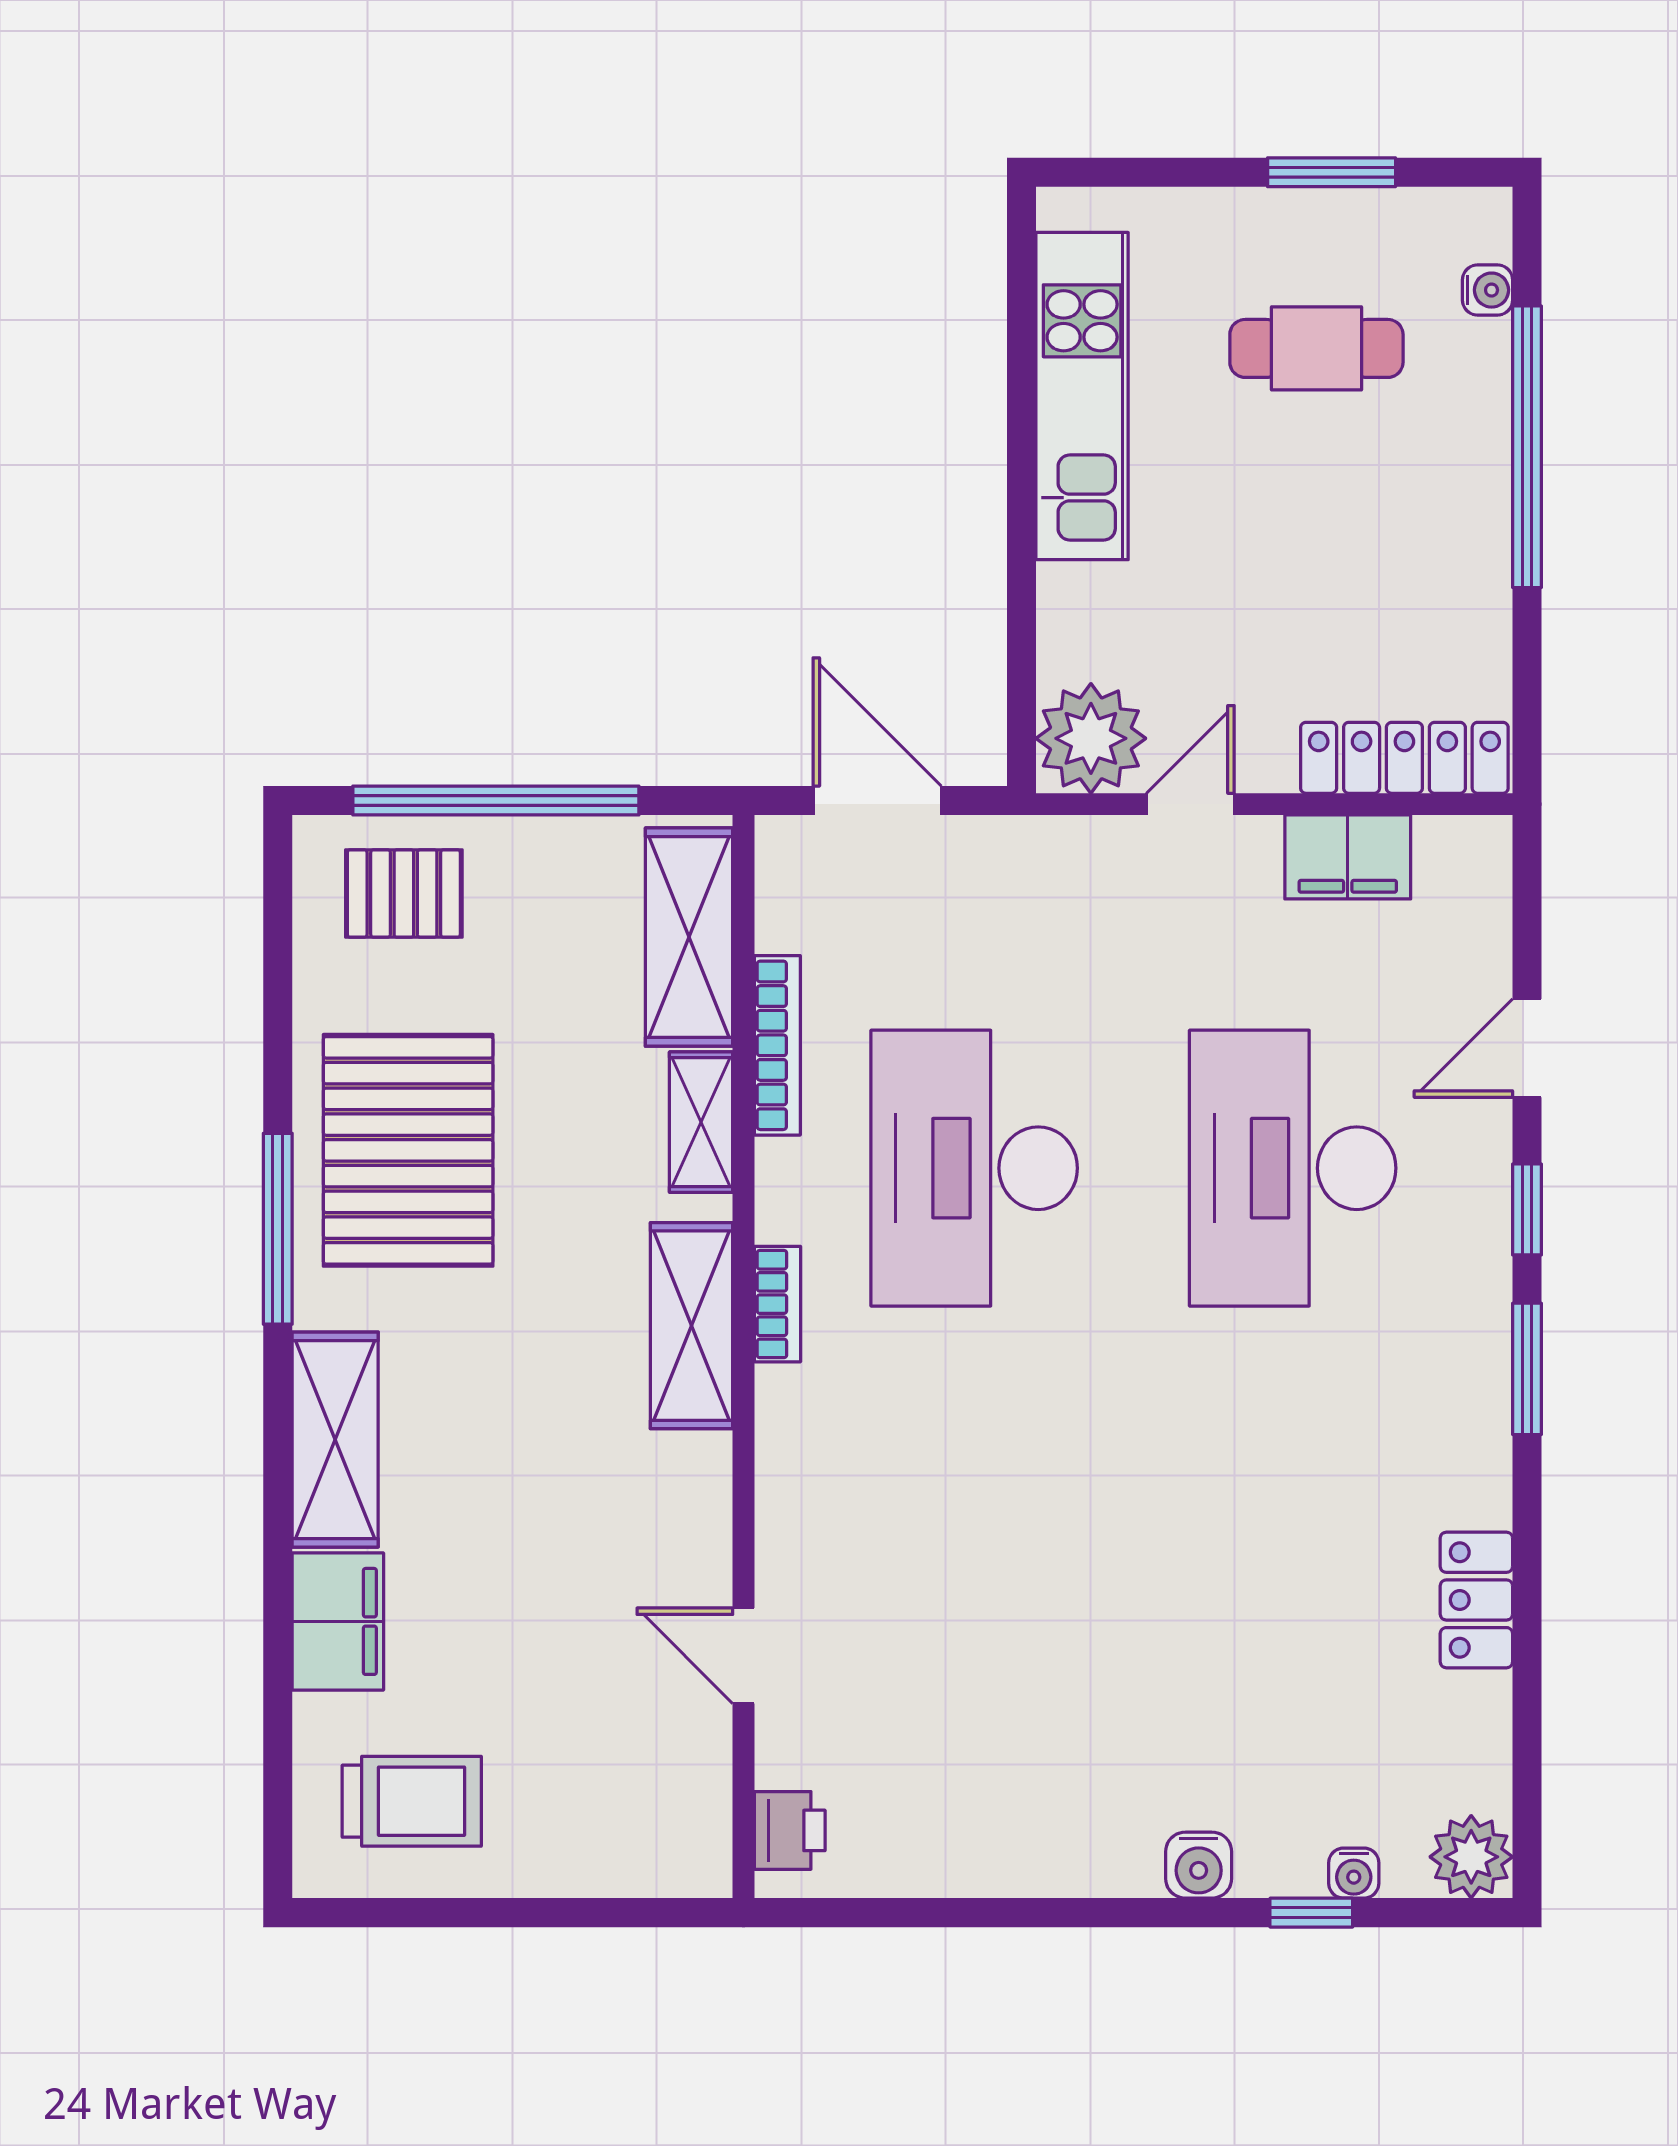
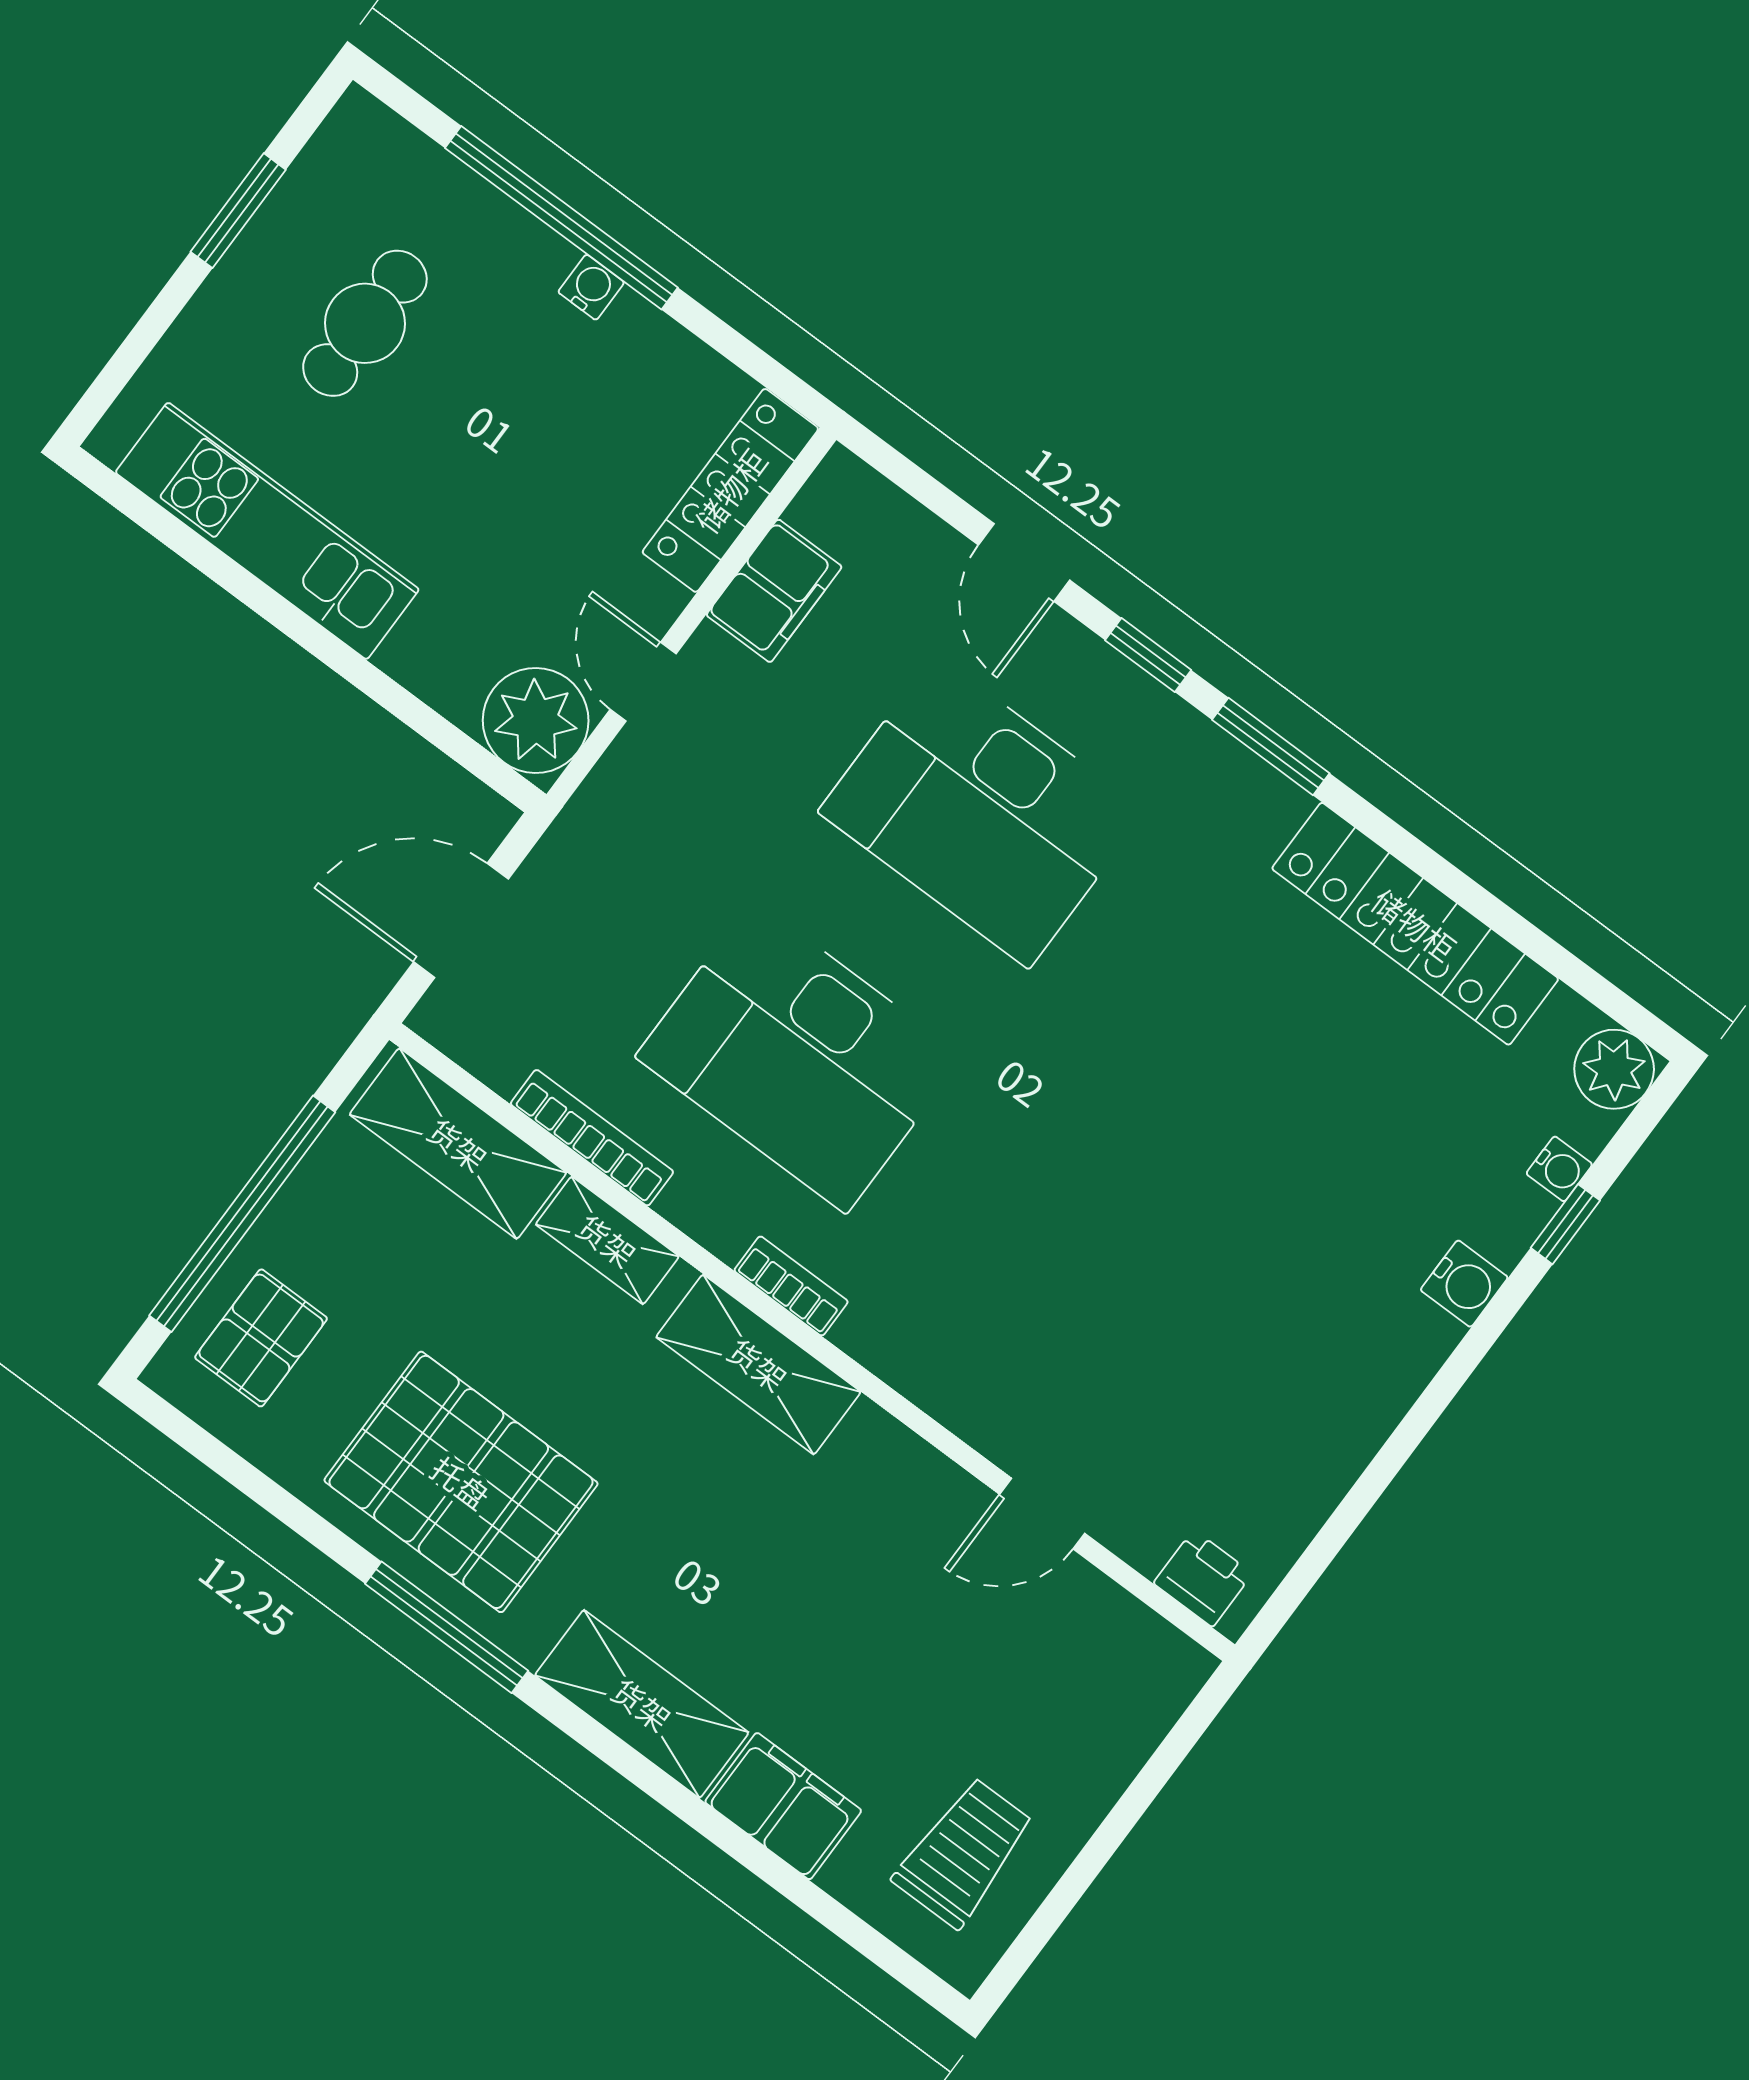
water cooler: (1488, 290) -> (591, 287), moved
locker: (1476, 1600) -> (1415, 924), width x2.16, depth x1.21

